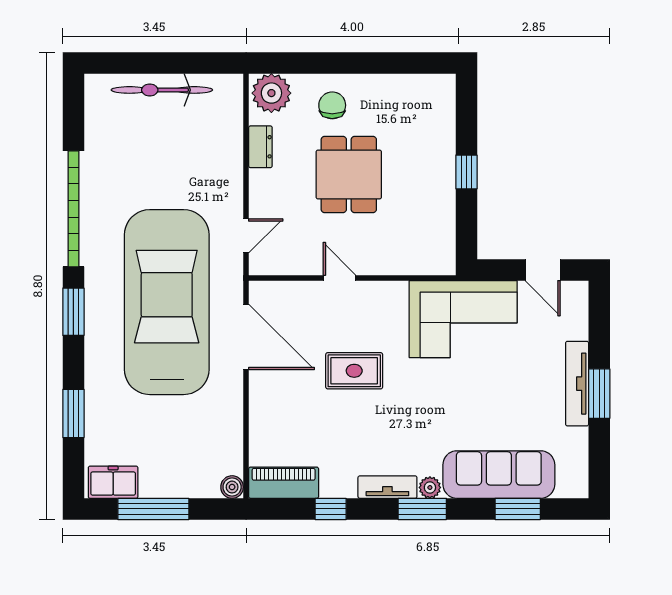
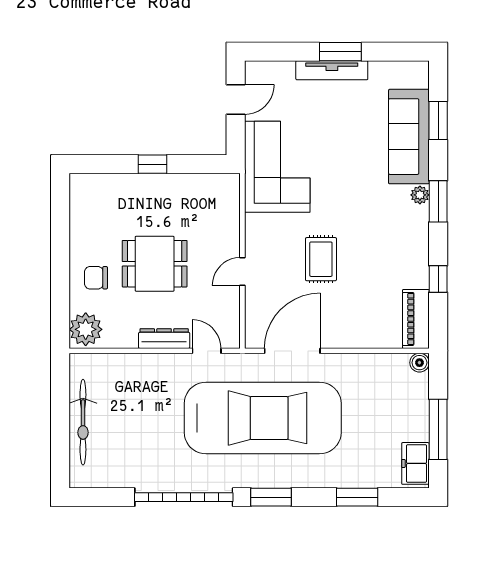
dresser: (260, 147) -> (164, 339), moved, width x1.44
car: (167, 302) -> (263, 418), turned 180
tv unit: (387, 487) -> (420, 231), removed

